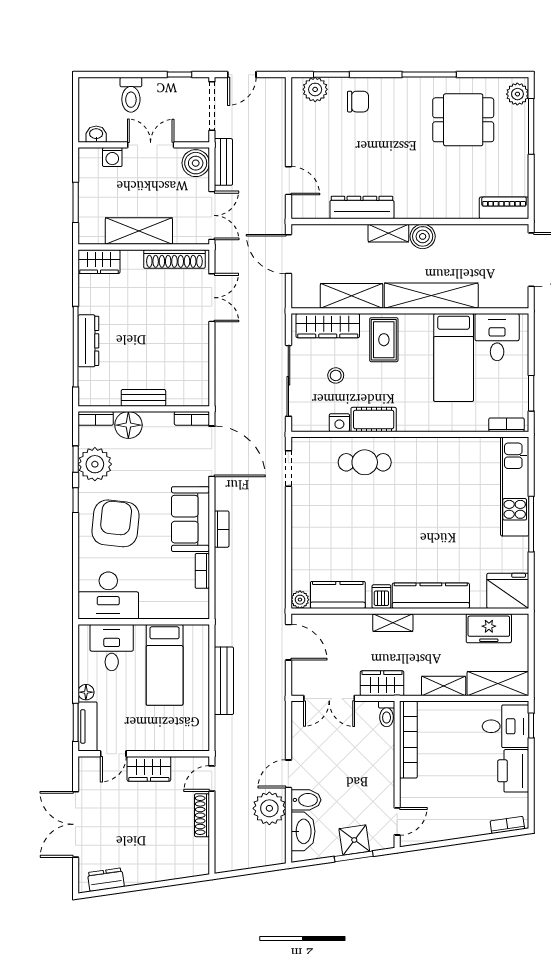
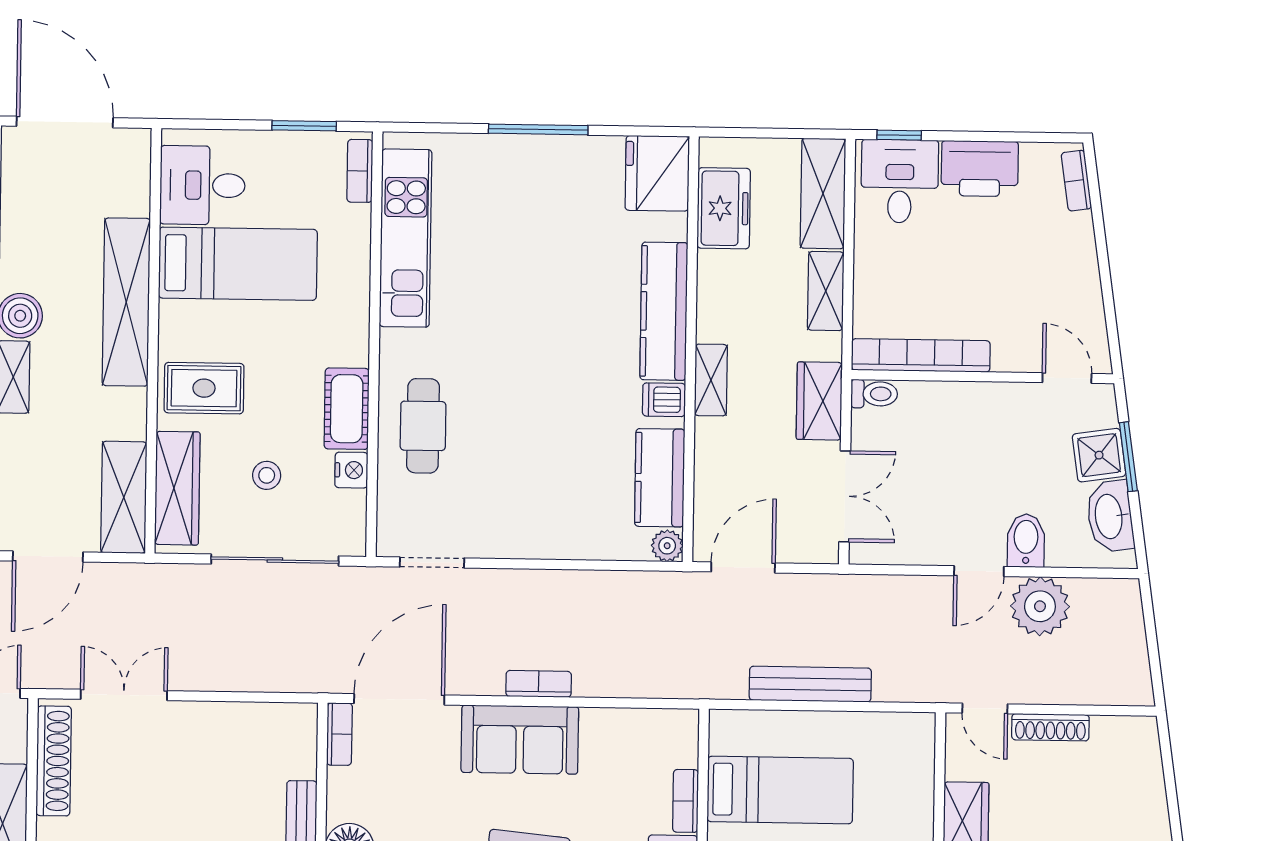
shelving: (352, 296) -> (124, 497), moved
kitchen unit: (515, 487) -> (406, 238), moved, turned -90
bookcase: (202, 571) -> (686, 801), moved, turned 90
door: (288, 774) -> (979, 571), hinge flipped
washbasin: (303, 831) -> (1110, 516), moved, turned -98

